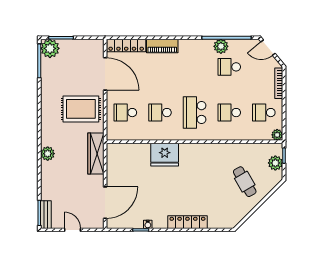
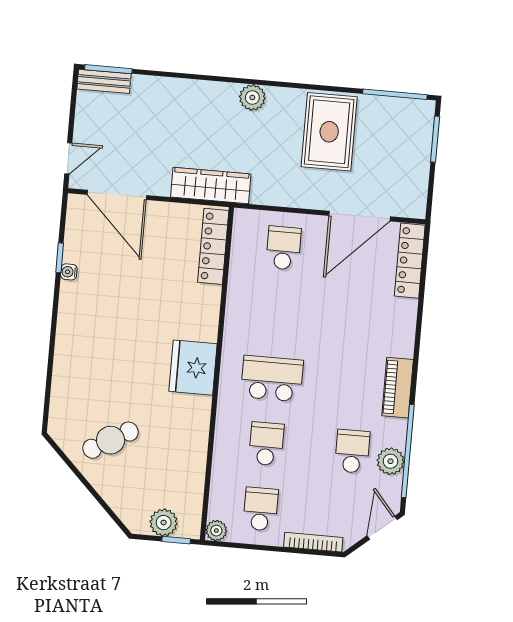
piano: (162, 46) -> (398, 388), moved
plant: (221, 46) -> (391, 461), moved
plant: (50, 48) -> (417, 116), removed
rug: (81, 109) -> (329, 132), moved
school desk: (160, 113) -> (278, 313), removed
plant: (48, 154) -> (252, 98), moved
fridge: (165, 155) -> (193, 368), moved
cafe table: (245, 182) -> (111, 440), moved
locker: (187, 222) -> (213, 246), moved, turned 180
door: (72, 230) -> (68, 158), moved

